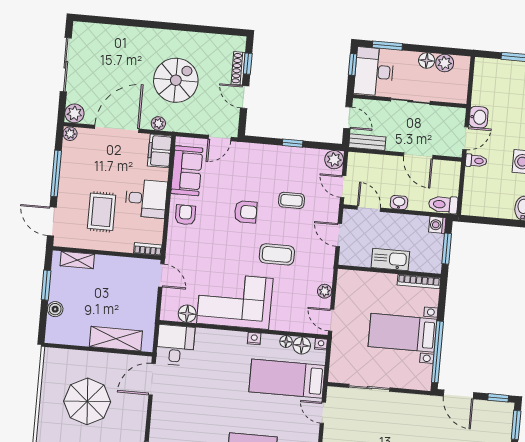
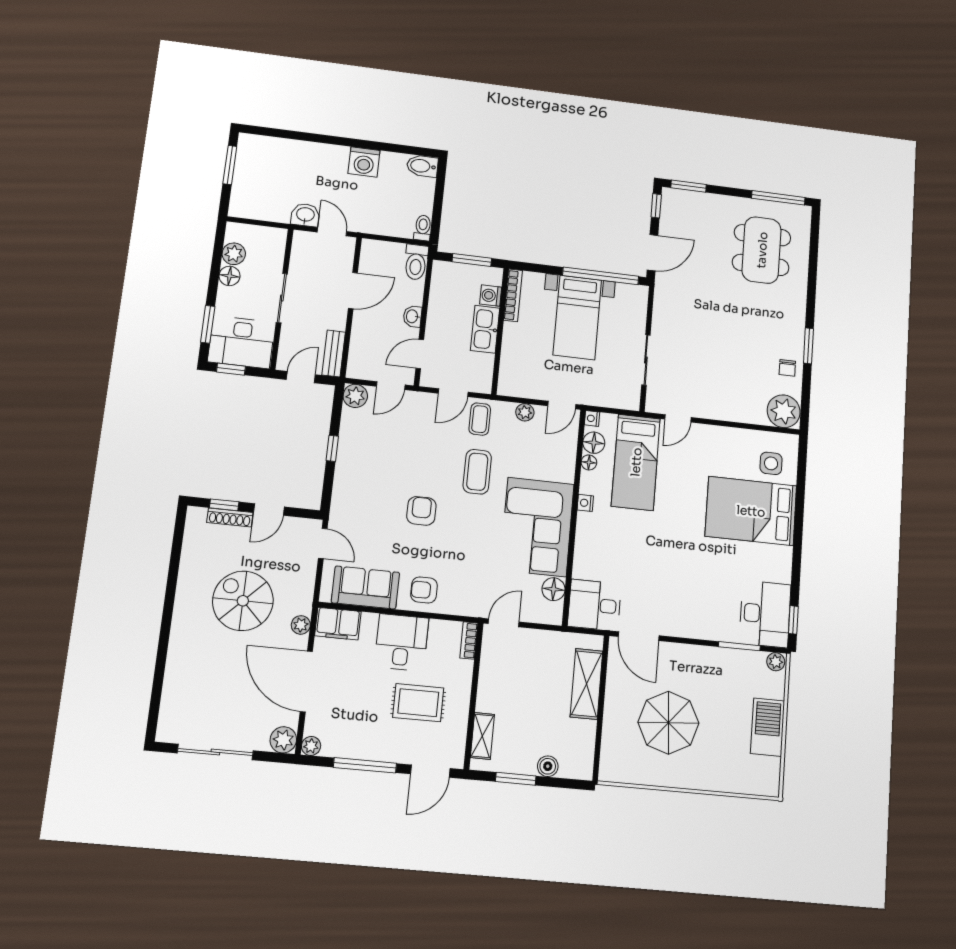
toilet: (476, 161) -> (423, 228), moved
coffee table: (291, 200) -> (480, 419), moved
washing machine: (437, 225) -> (491, 296), moved, turned 90

